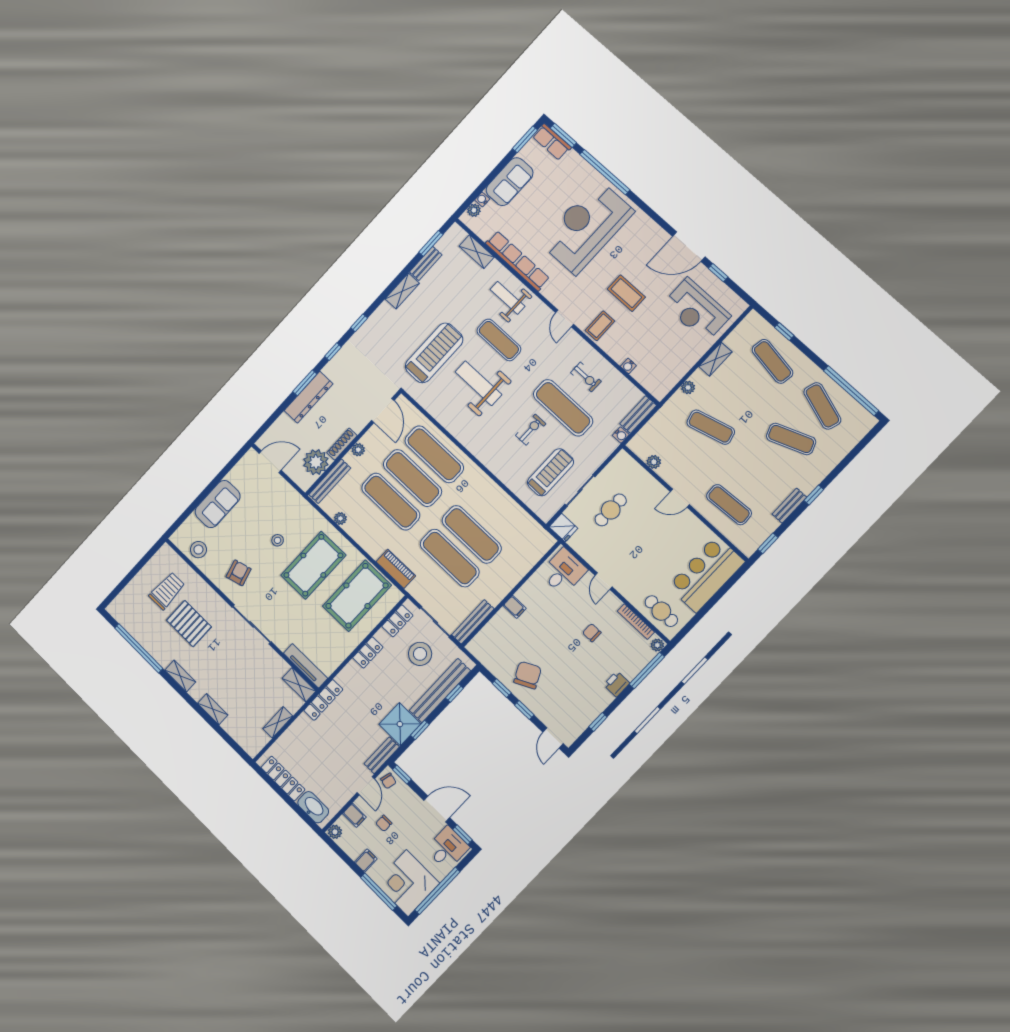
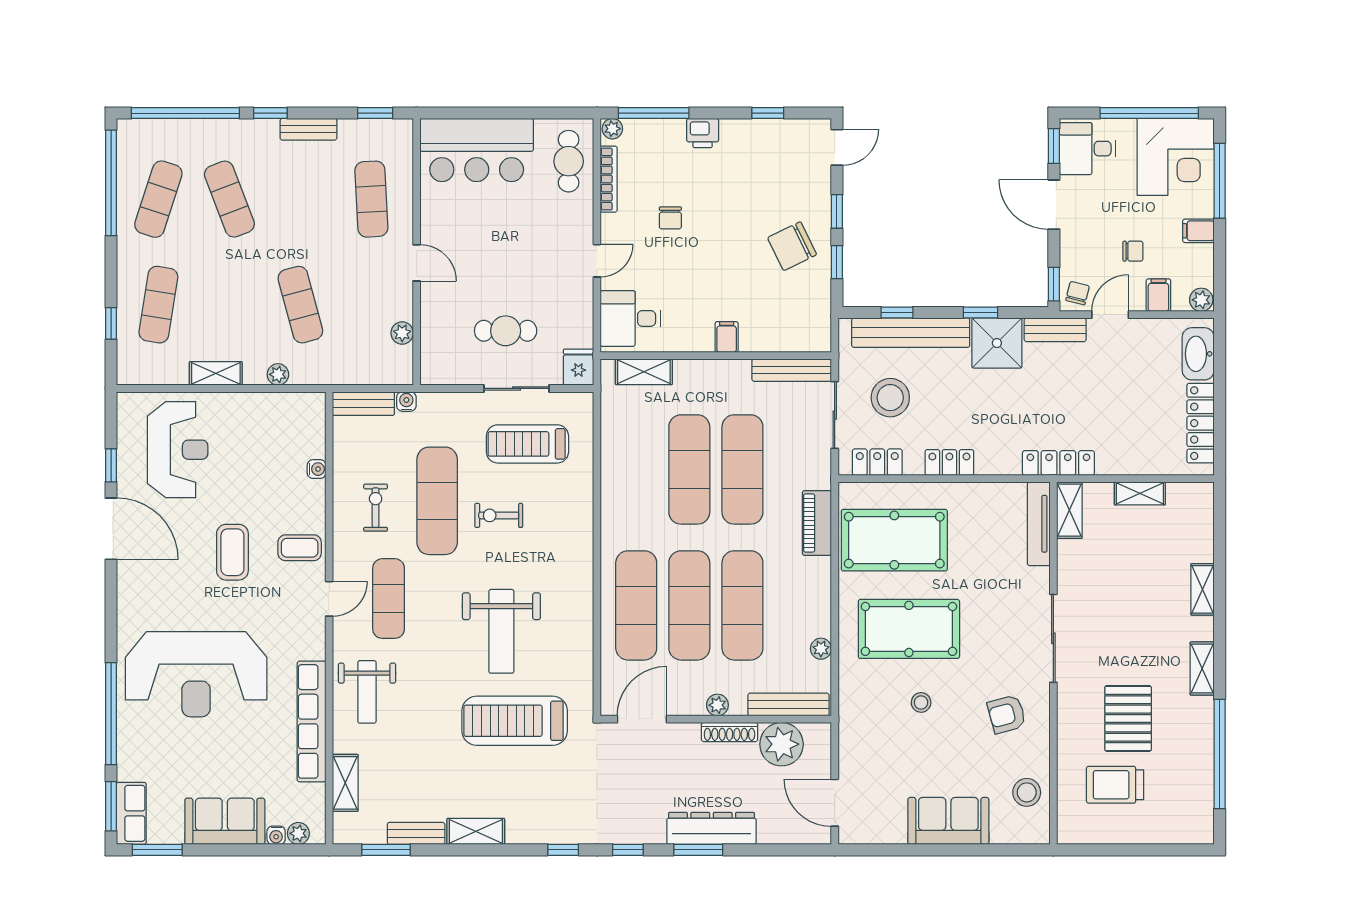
exercise mat: (499, 340) -> (389, 599), moved
window: (852, 455) -> (185, 113), added
shelving: (534, 555) -> (644, 372), added

